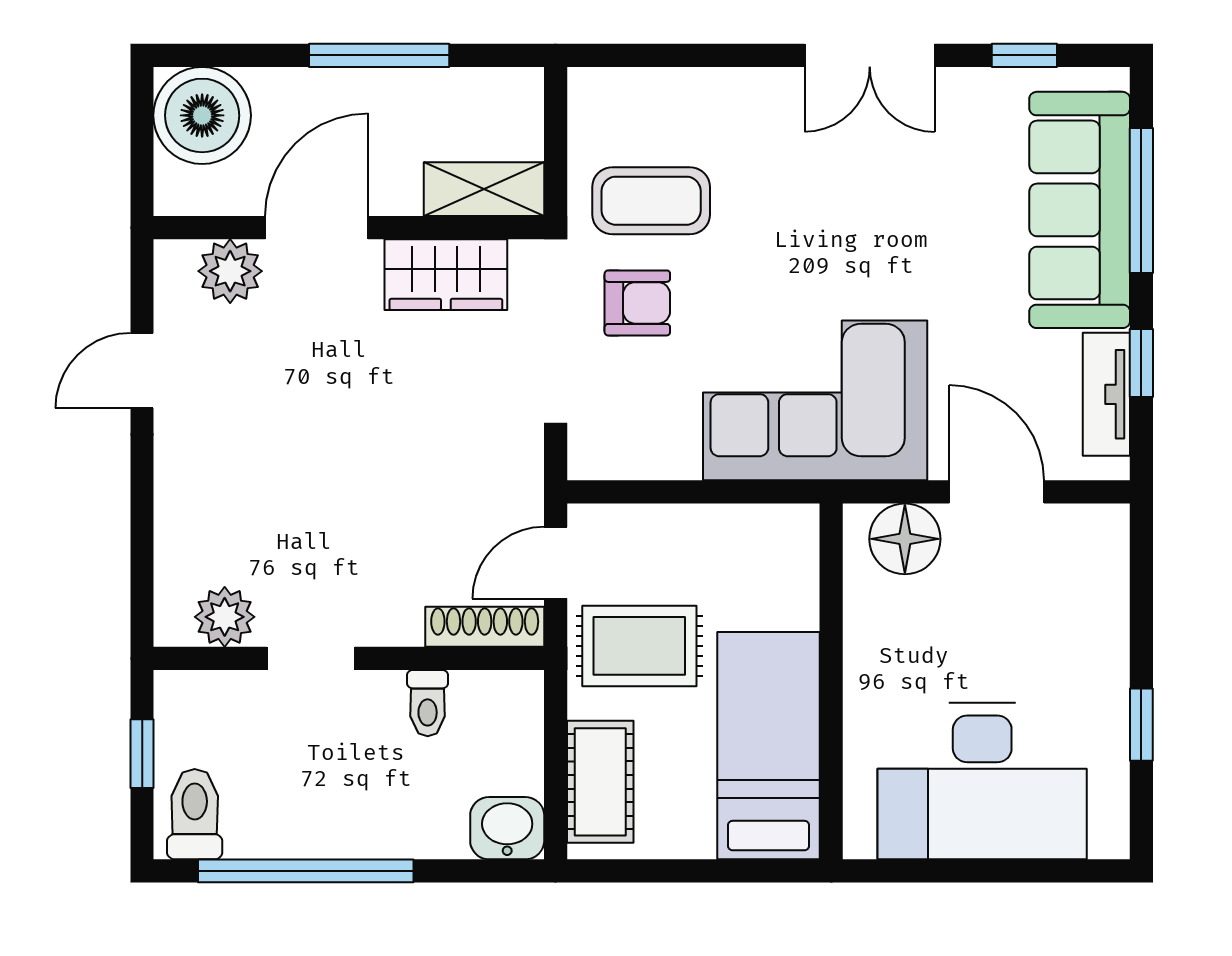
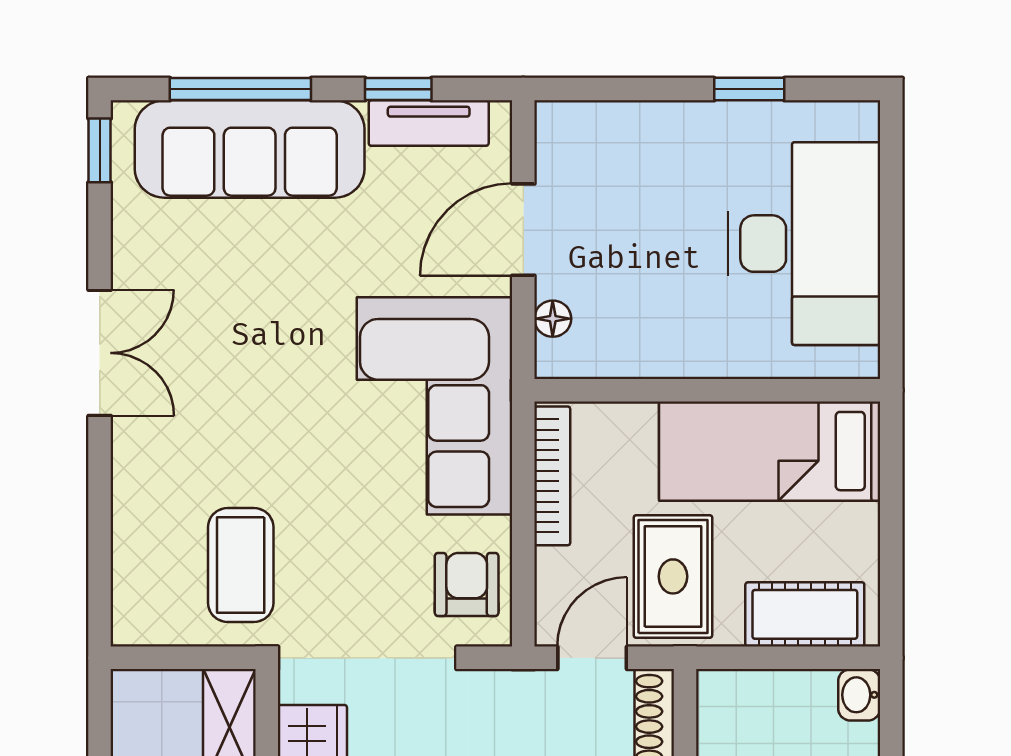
window: (1024, 55) -> (100, 150), moved
armchair: (637, 303) -> (467, 584), moved
bookcase: (743, 522) -> (552, 476), added
floor lamp: (905, 539) -> (553, 319), width x0.53, depth x0.53
door: (556, 563) -> (592, 658), swing flipped
washbasin: (507, 828) -> (859, 695), width x0.72, depth x0.69

